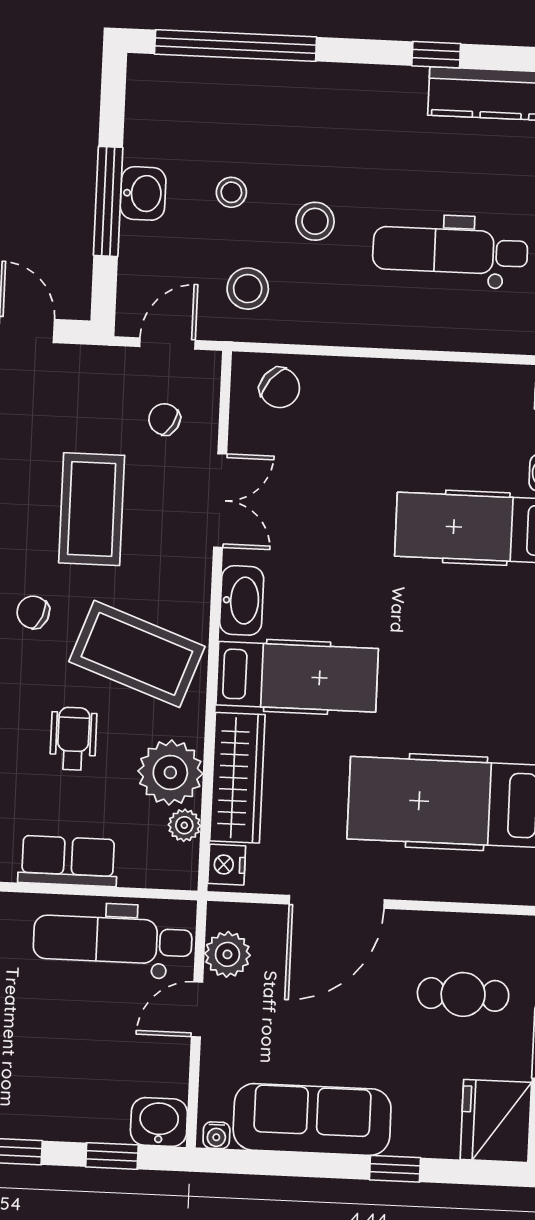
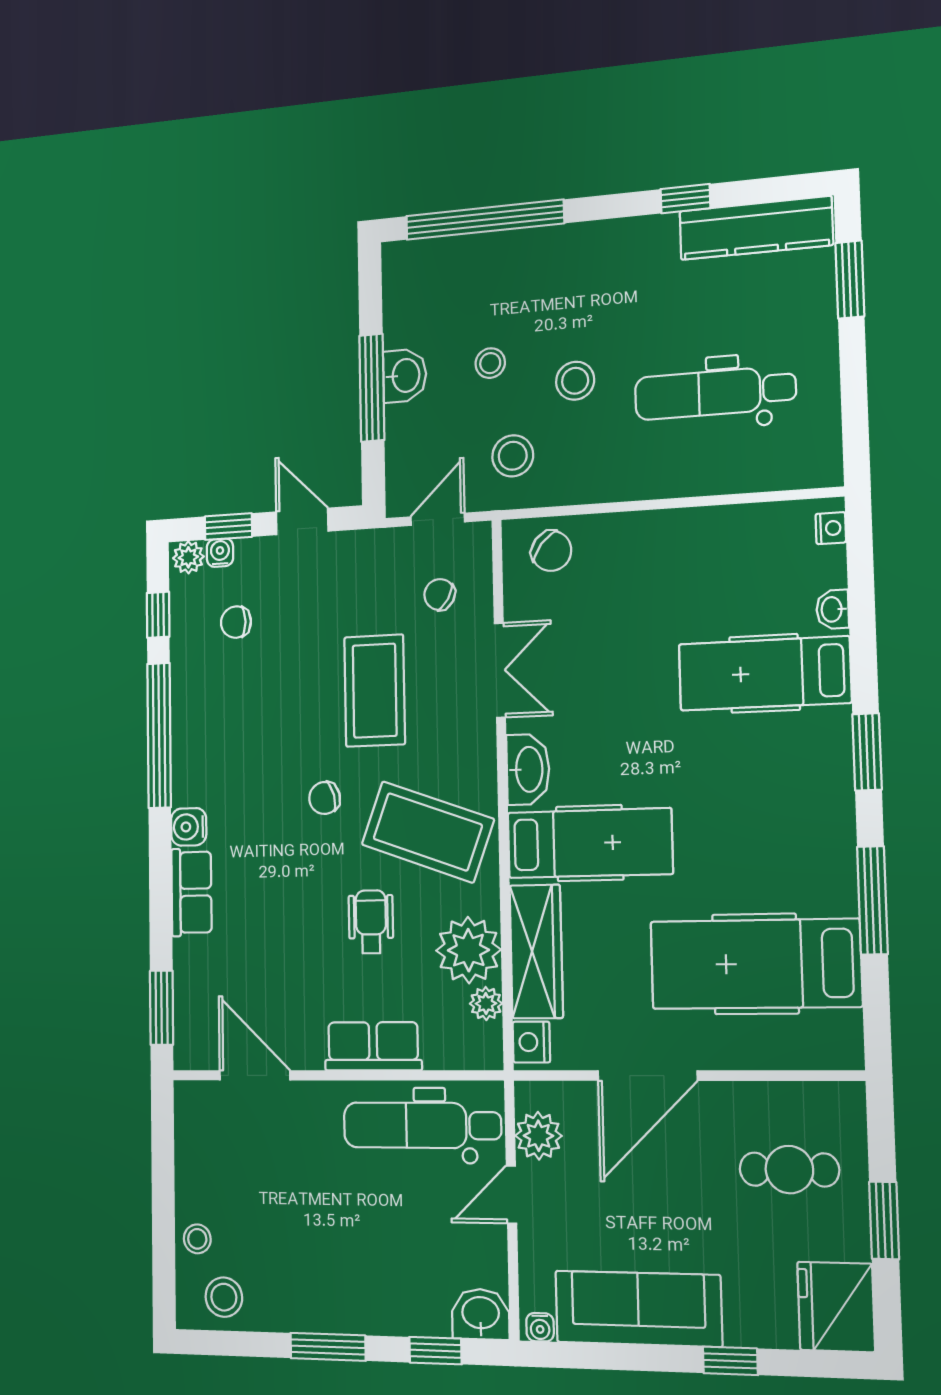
chair: (33, 612) -> (325, 798), turned -38

